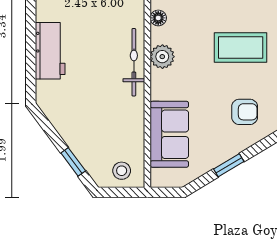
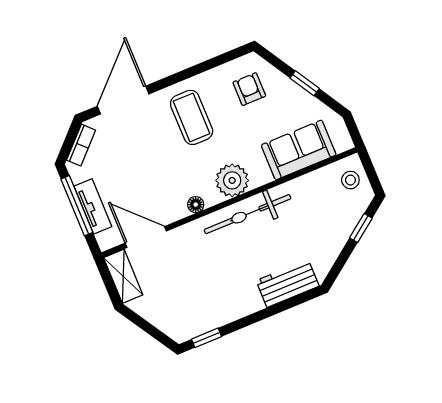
workbench: (50, 51) -> (288, 283), moved
plant: (162, 57) -> (232, 180), width x1.36, depth x1.36
bicycle: (134, 62) -> (248, 214), width x1.37, depth x1.40

